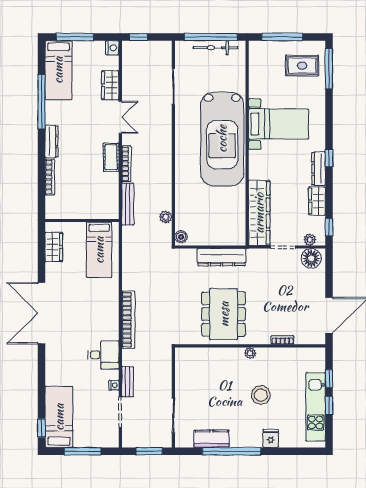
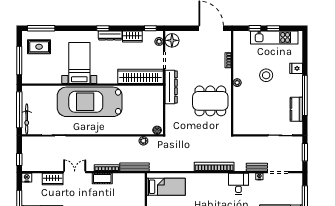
bicycle: (215, 48) -> (27, 119), moved
rug: (302, 66) -> (39, 47), turned 90
car: (222, 139) -> (90, 102), turned 180
dresser: (222, 257) -> (171, 87), moved

